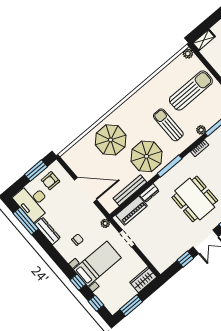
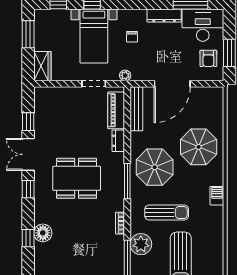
barbecue: (131, 103) -> (217, 196), added
plant: (201, 130) -> (141, 244), width x1.88, depth x1.88
armchair: (50, 181) -> (208, 58), turned 180
bench: (130, 190) -> (136, 109), moved

